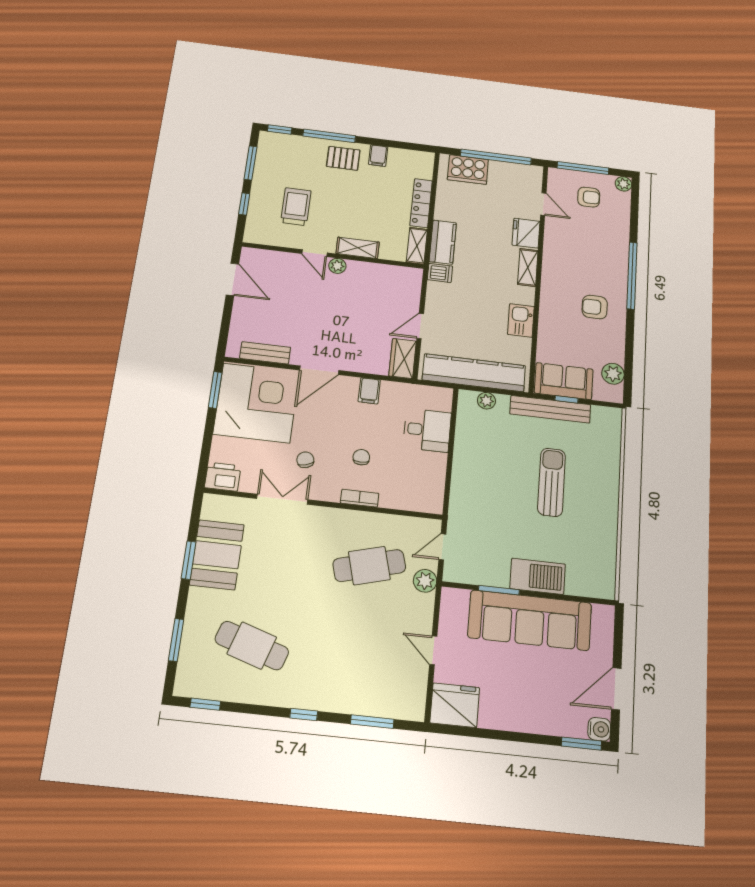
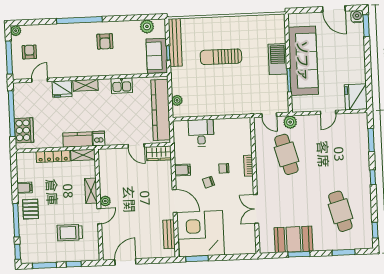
bench: (550, 409) -> (175, 42), moved
chair: (305, 460) -> (208, 182), moved
printer: (223, 477) -> (248, 245), removed
cafe table: (252, 646) -> (340, 211), turned -33

